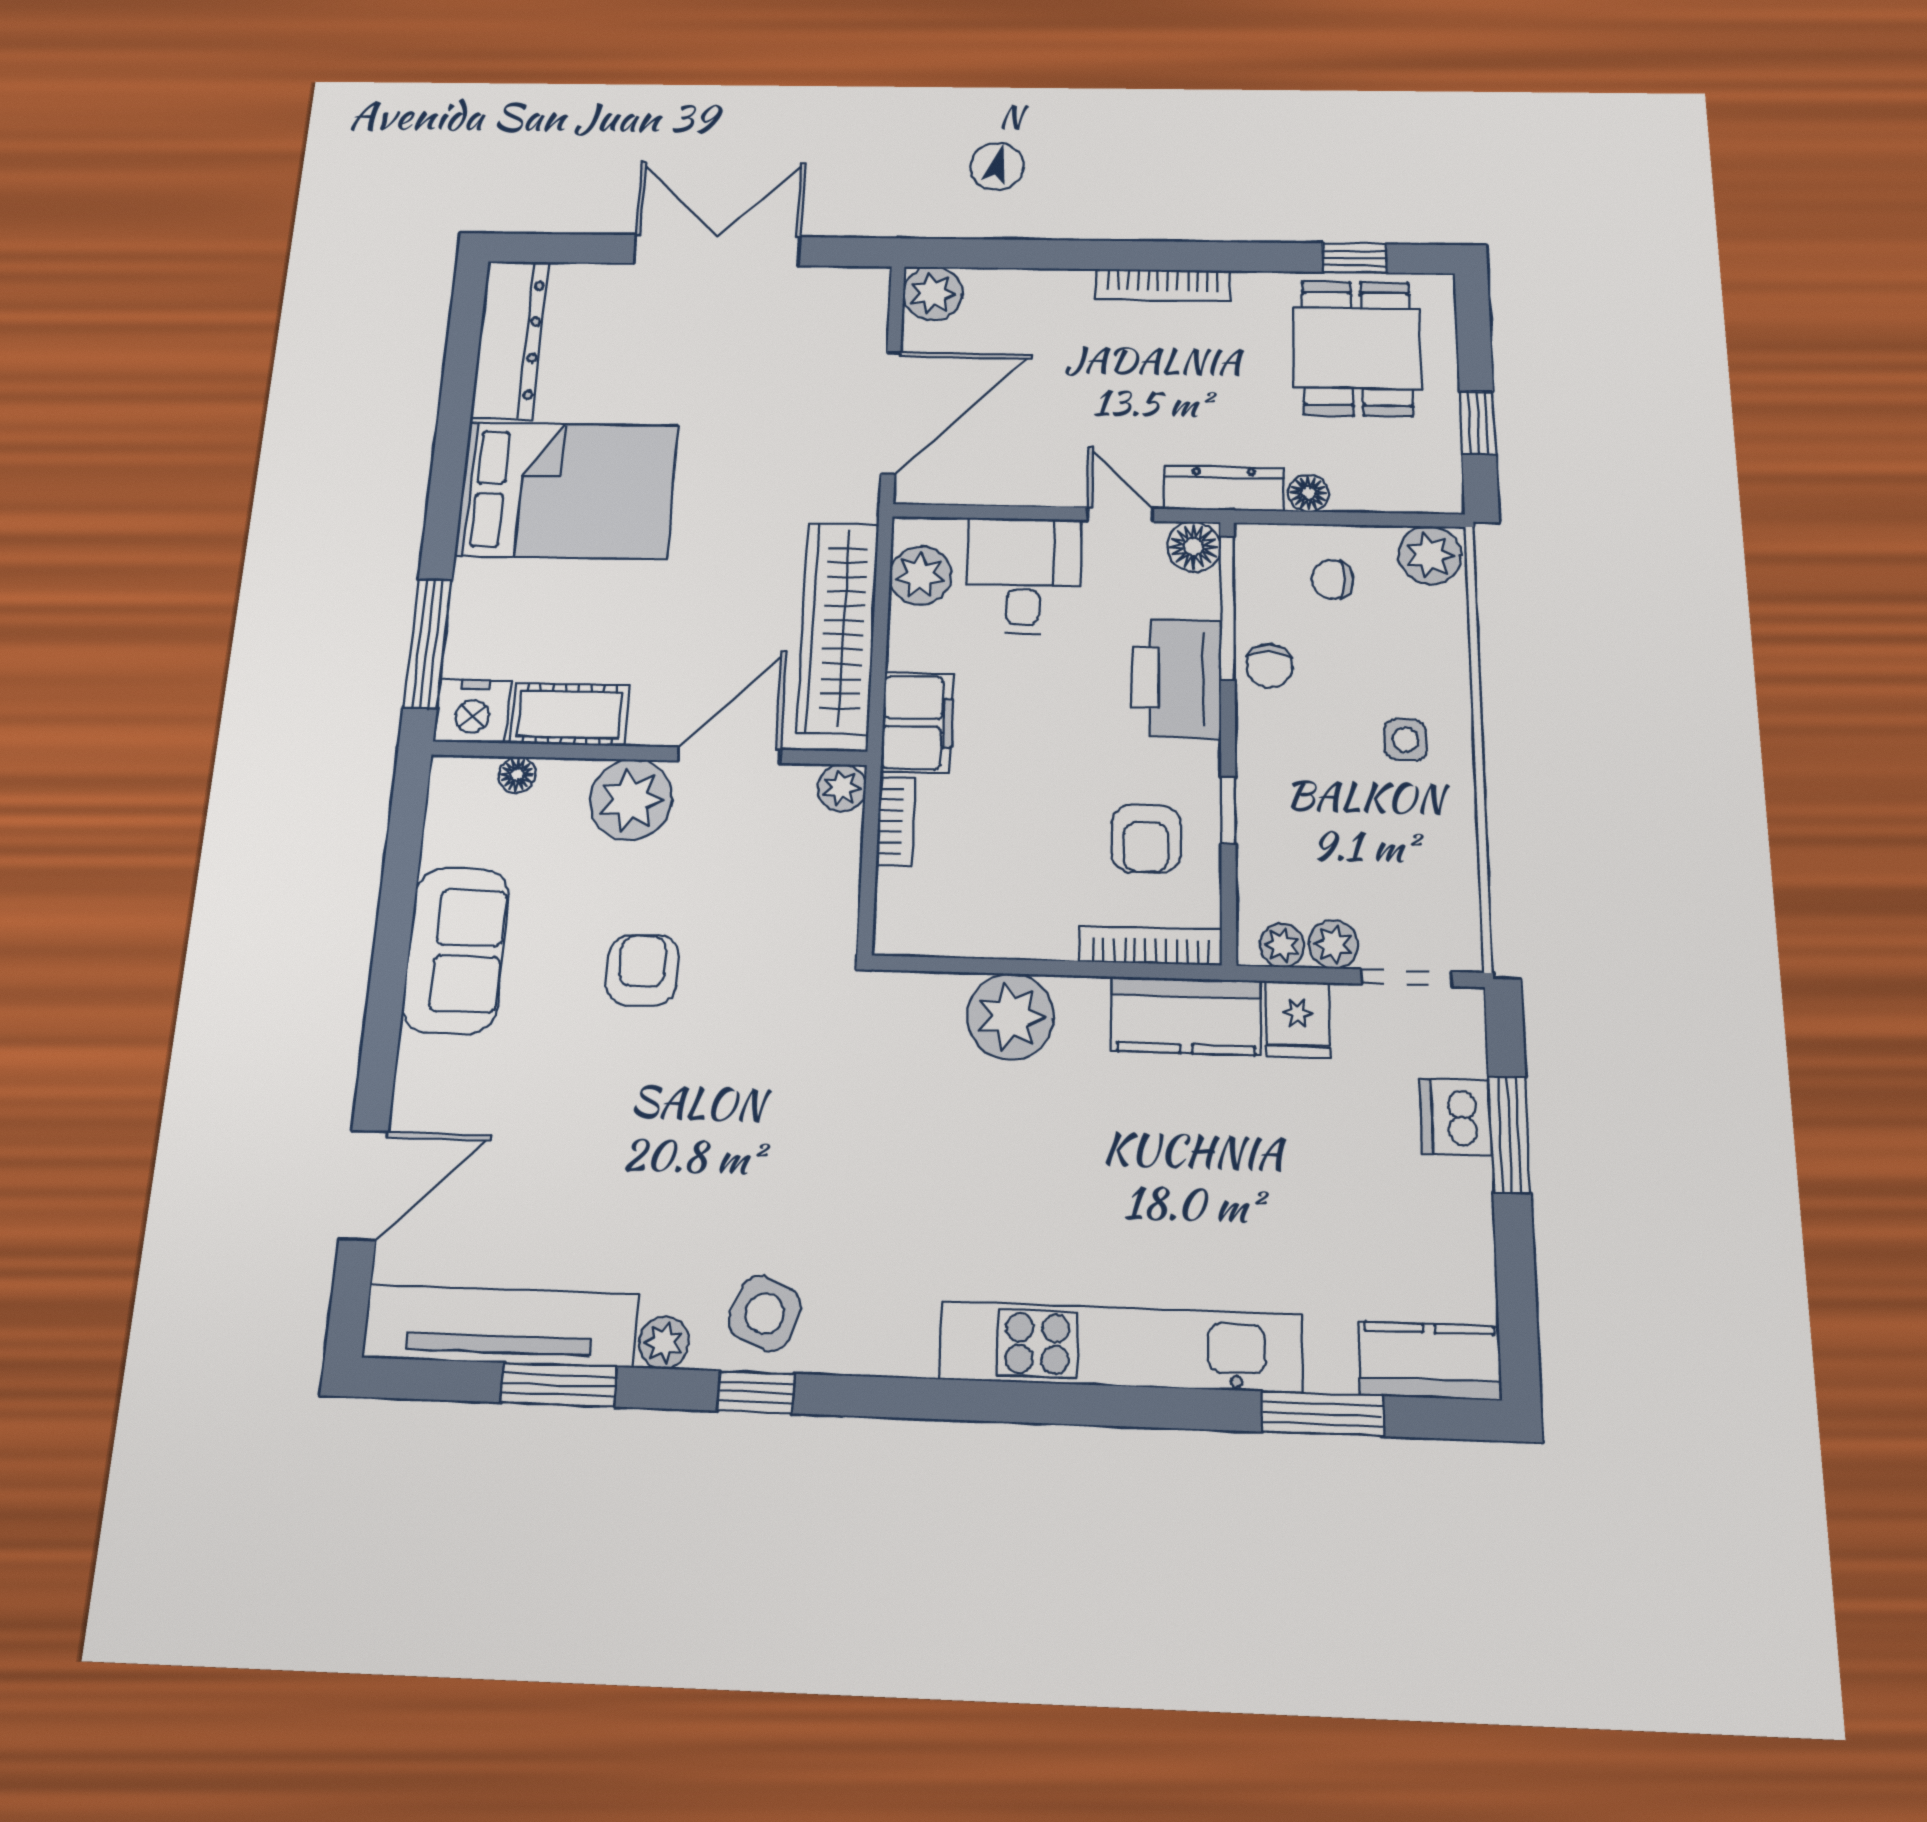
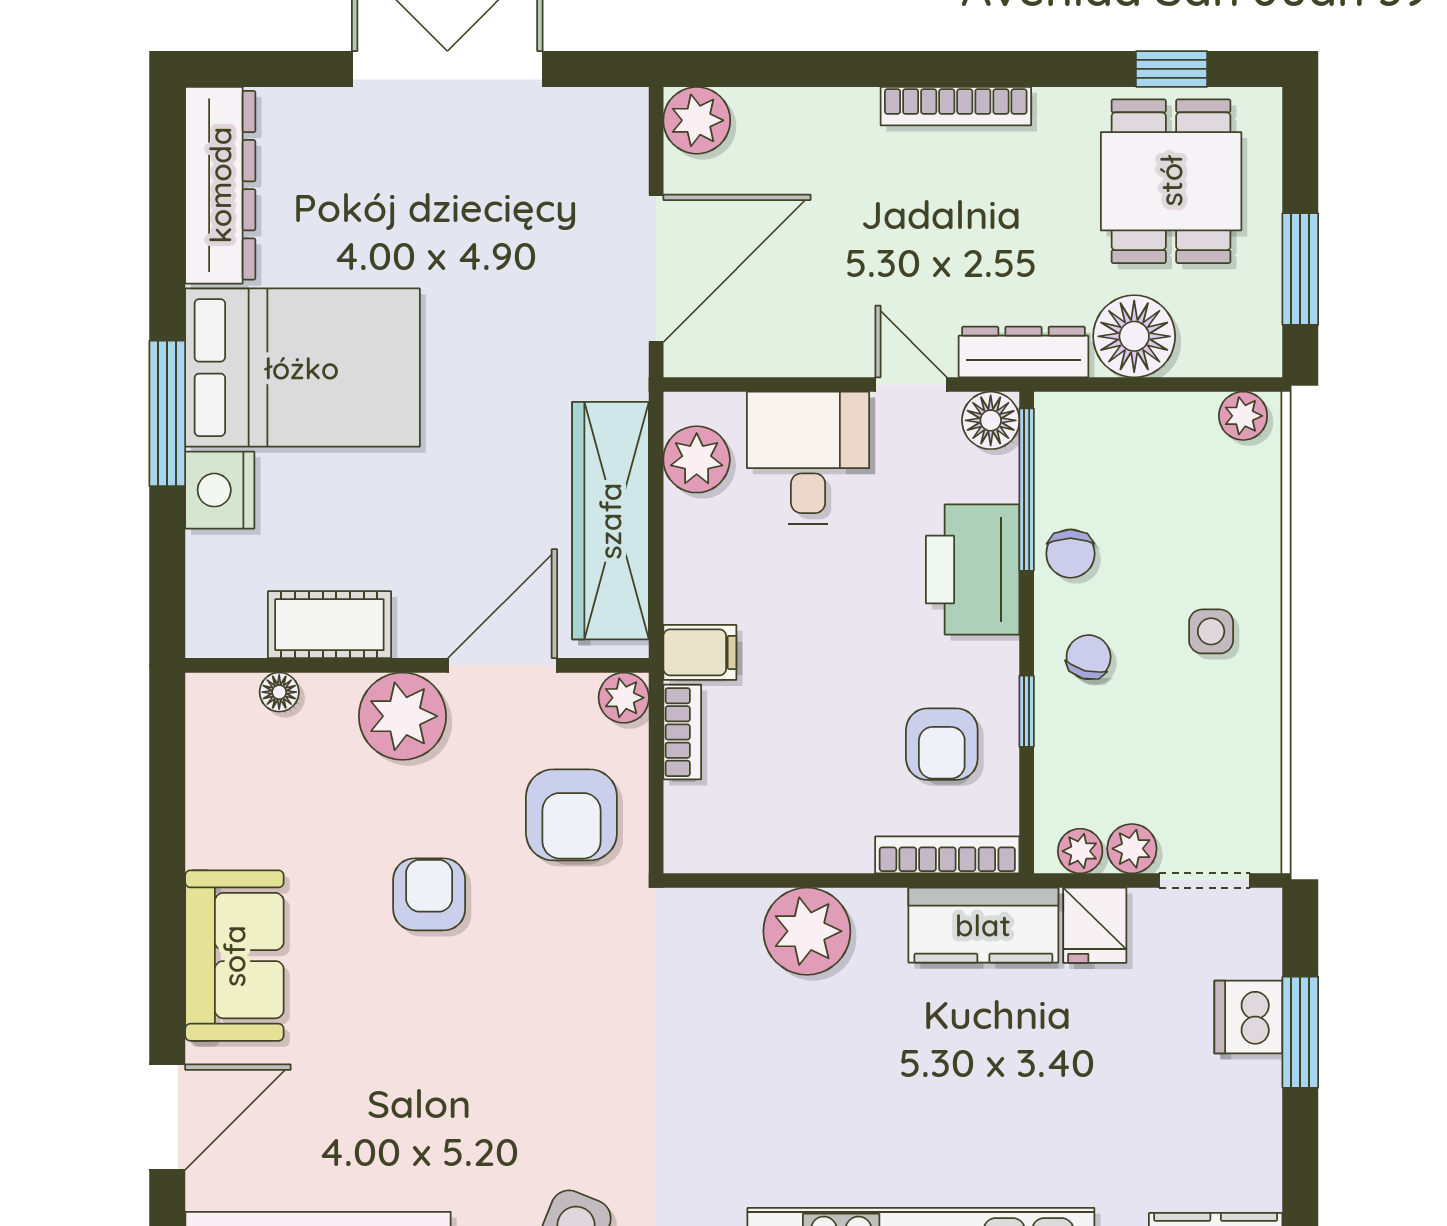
window: (1478, 423) -> (1300, 269), width x1.50
floor lamp: (1309, 493) -> (1134, 336), width x1.89, depth x1.89
plant: (1430, 555) -> (1243, 416), width x0.73, depth x0.73
chair: (1332, 580) -> (1089, 657), moved, turned 105
window: (428, 644) -> (167, 413), moved
nightstand: (473, 711) -> (220, 490), moved, turned 90
filing cabinet: (917, 723) -> (700, 652), width x0.50
armchair: (785, 897) -> (571, 815), added
sofa: (456, 950) -> (234, 956), moved

